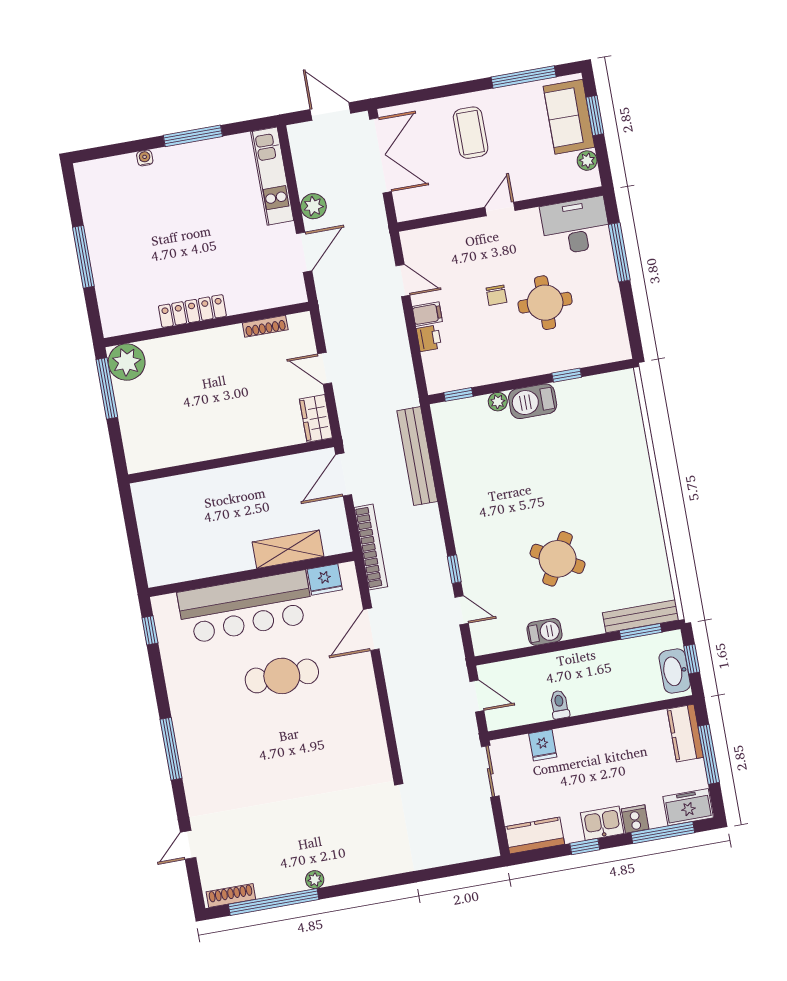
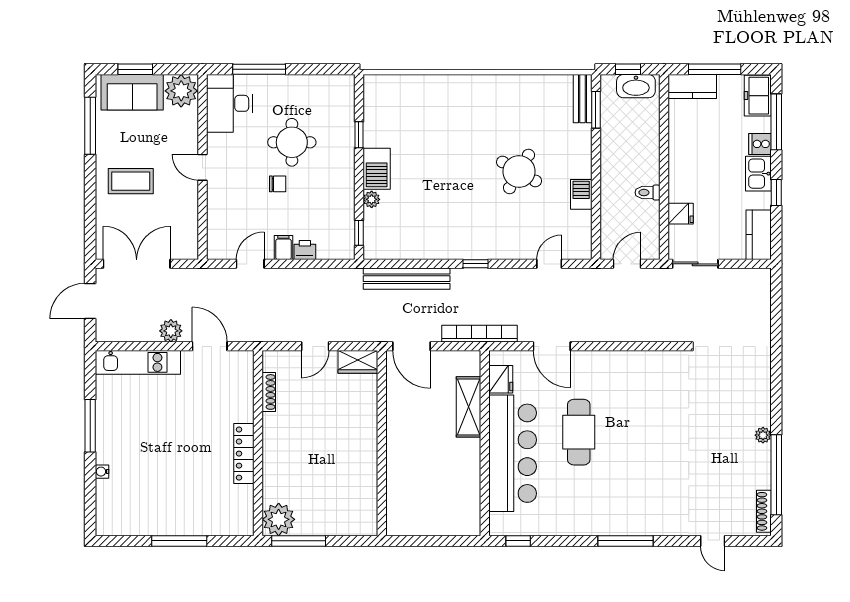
plant: (587, 161) -> (181, 91), width x1.87, depth x1.87
window: (454, 569) -> (475, 264), moved
bench: (641, 616) -> (583, 99), width x0.73

